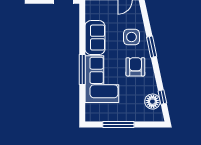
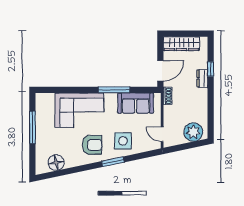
sofa: (95, 38) -> (136, 103), moved
window: (82, 70) -> (114, 90), moved
window: (162, 97) -> (61, 173), removed

